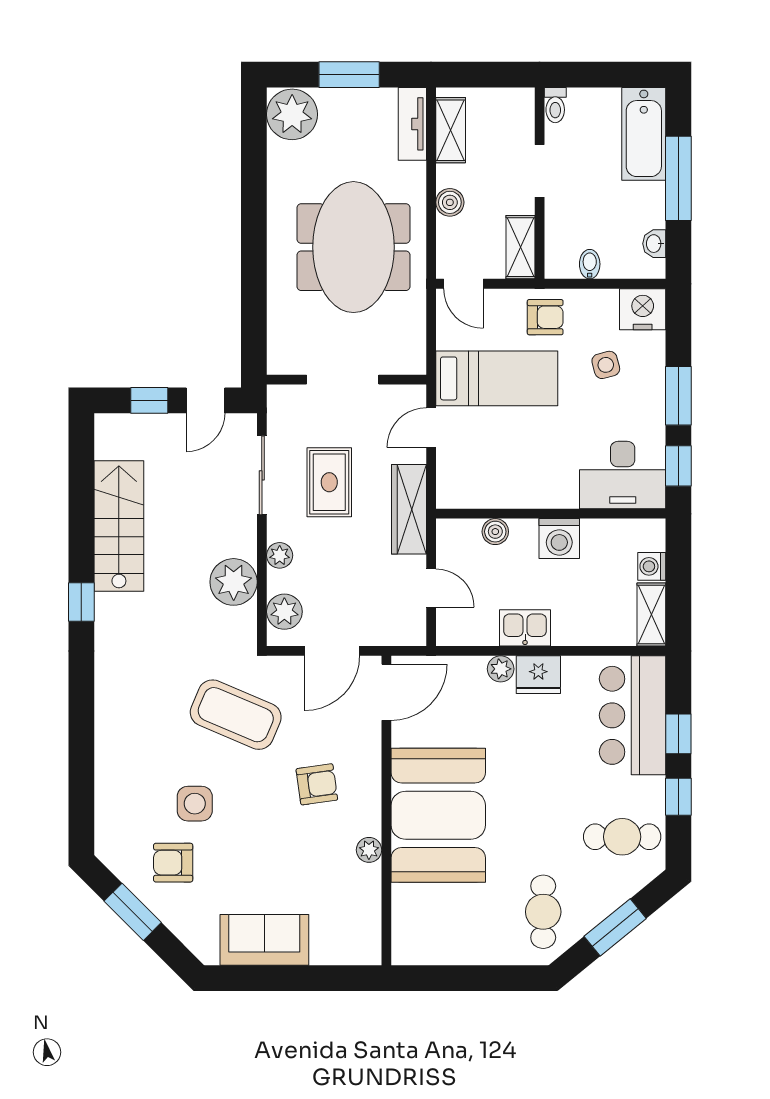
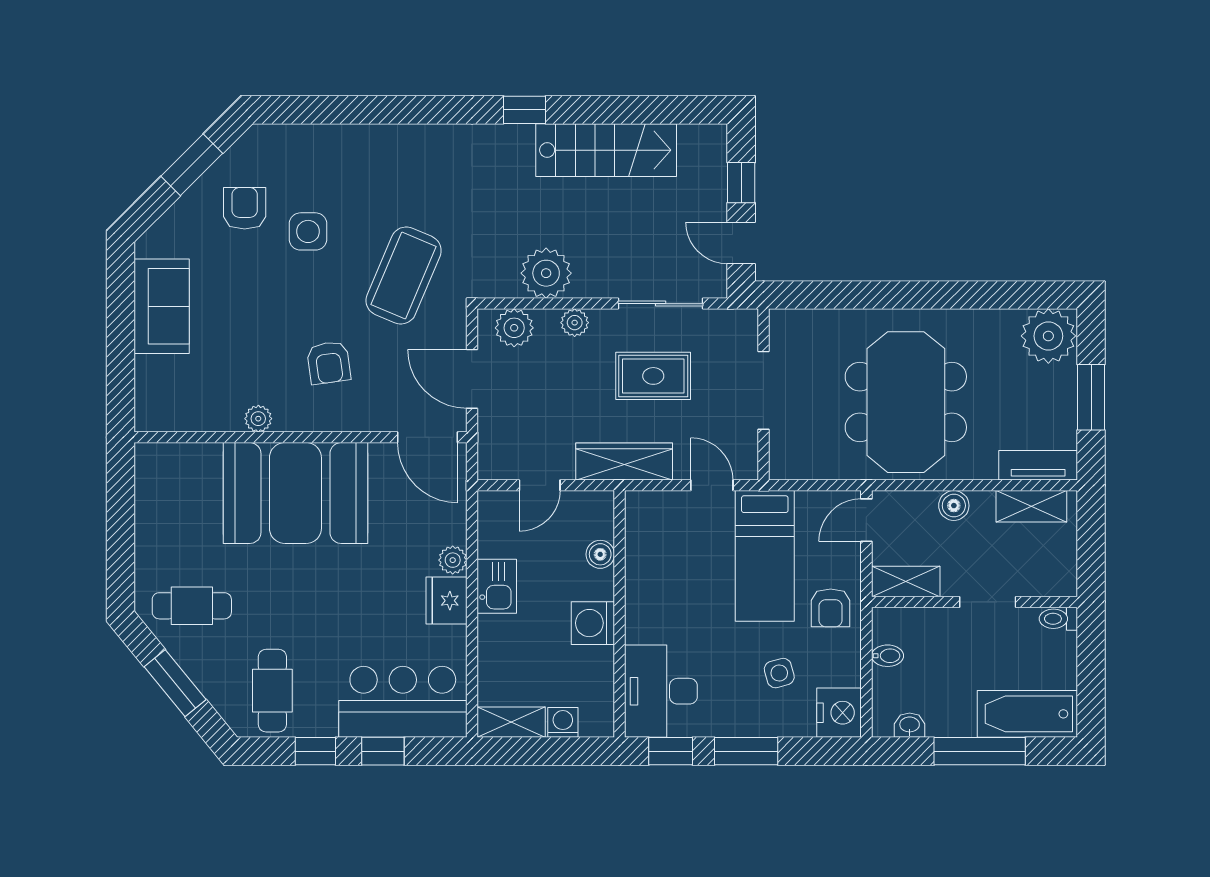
meeting table: (353, 247) -> (906, 402), turned 90

